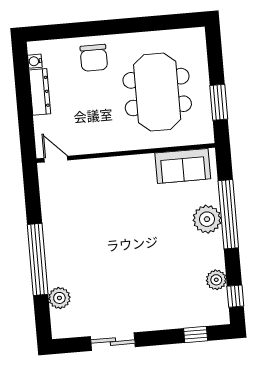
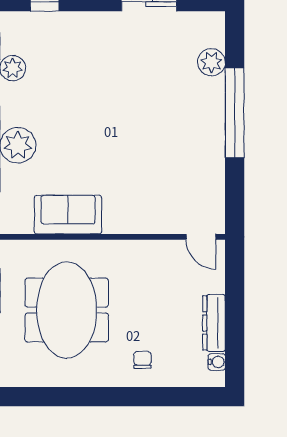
chair: (94, 58) -> (143, 360), width x0.54, depth x0.54
sofa: (183, 166) -> (68, 215), moved

